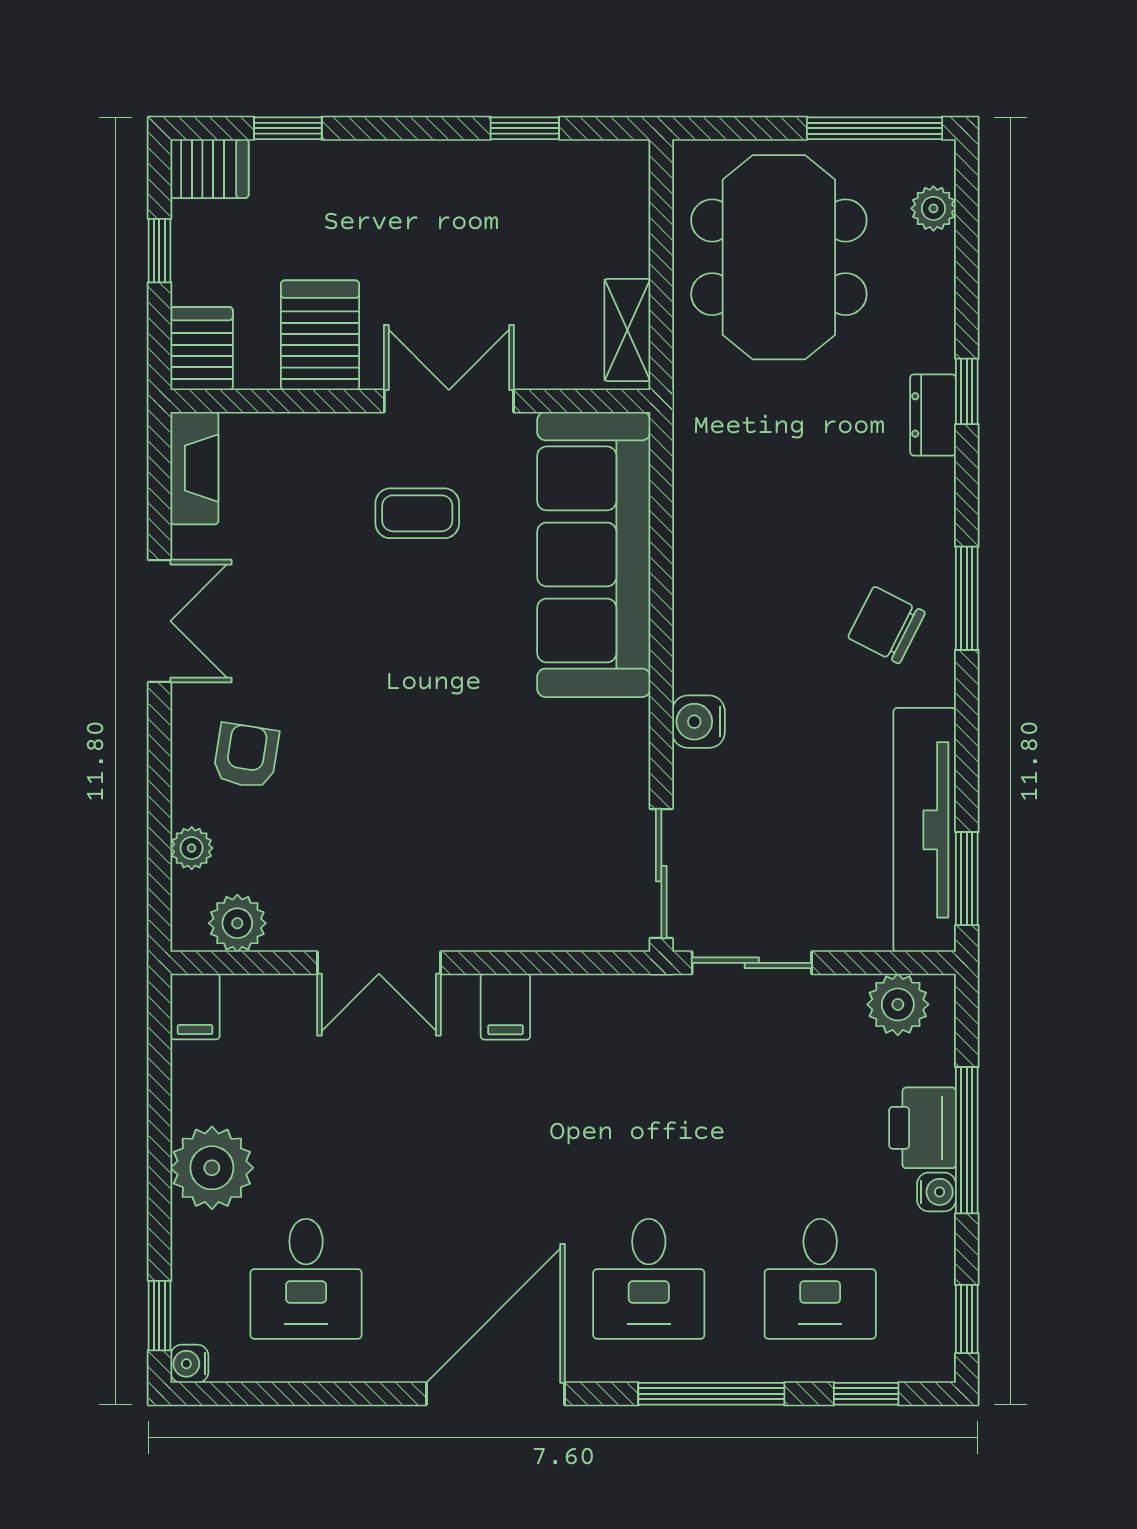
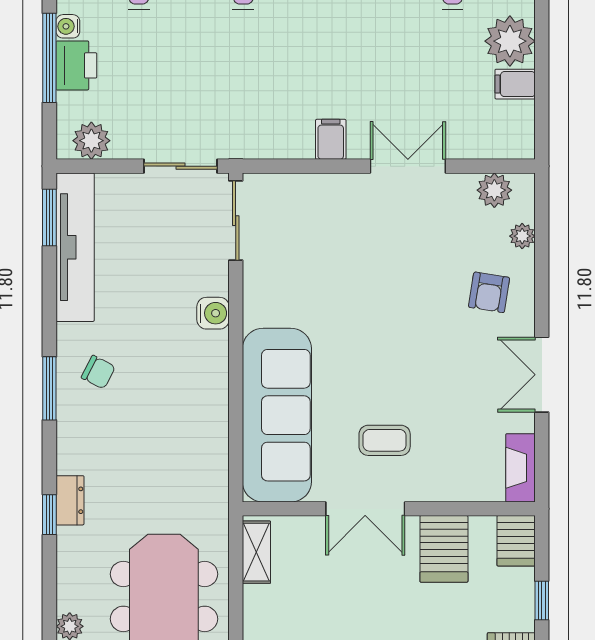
chair: (887, 625) -> (98, 372), width x0.73, depth x0.73
filing cabinet: (195, 1007) -> (515, 84), moved, turned -90

